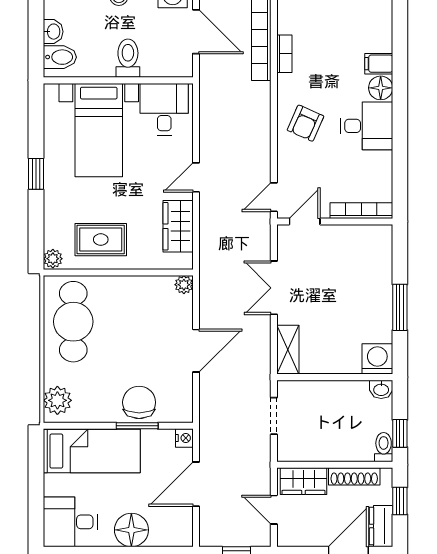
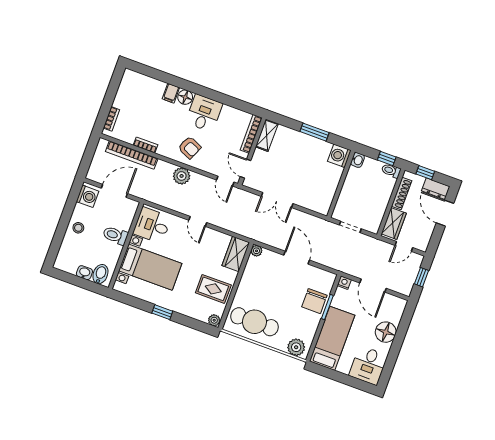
plant: (257, 127) -> (182, 176), added
wardrobe: (178, 226) -> (236, 254), moved, turned 90
rug: (101, 240) -> (213, 289), turned 90
shelving: (288, 350) -> (267, 135), moved, turned 90
chair: (139, 402) -> (314, 301), turned -90

